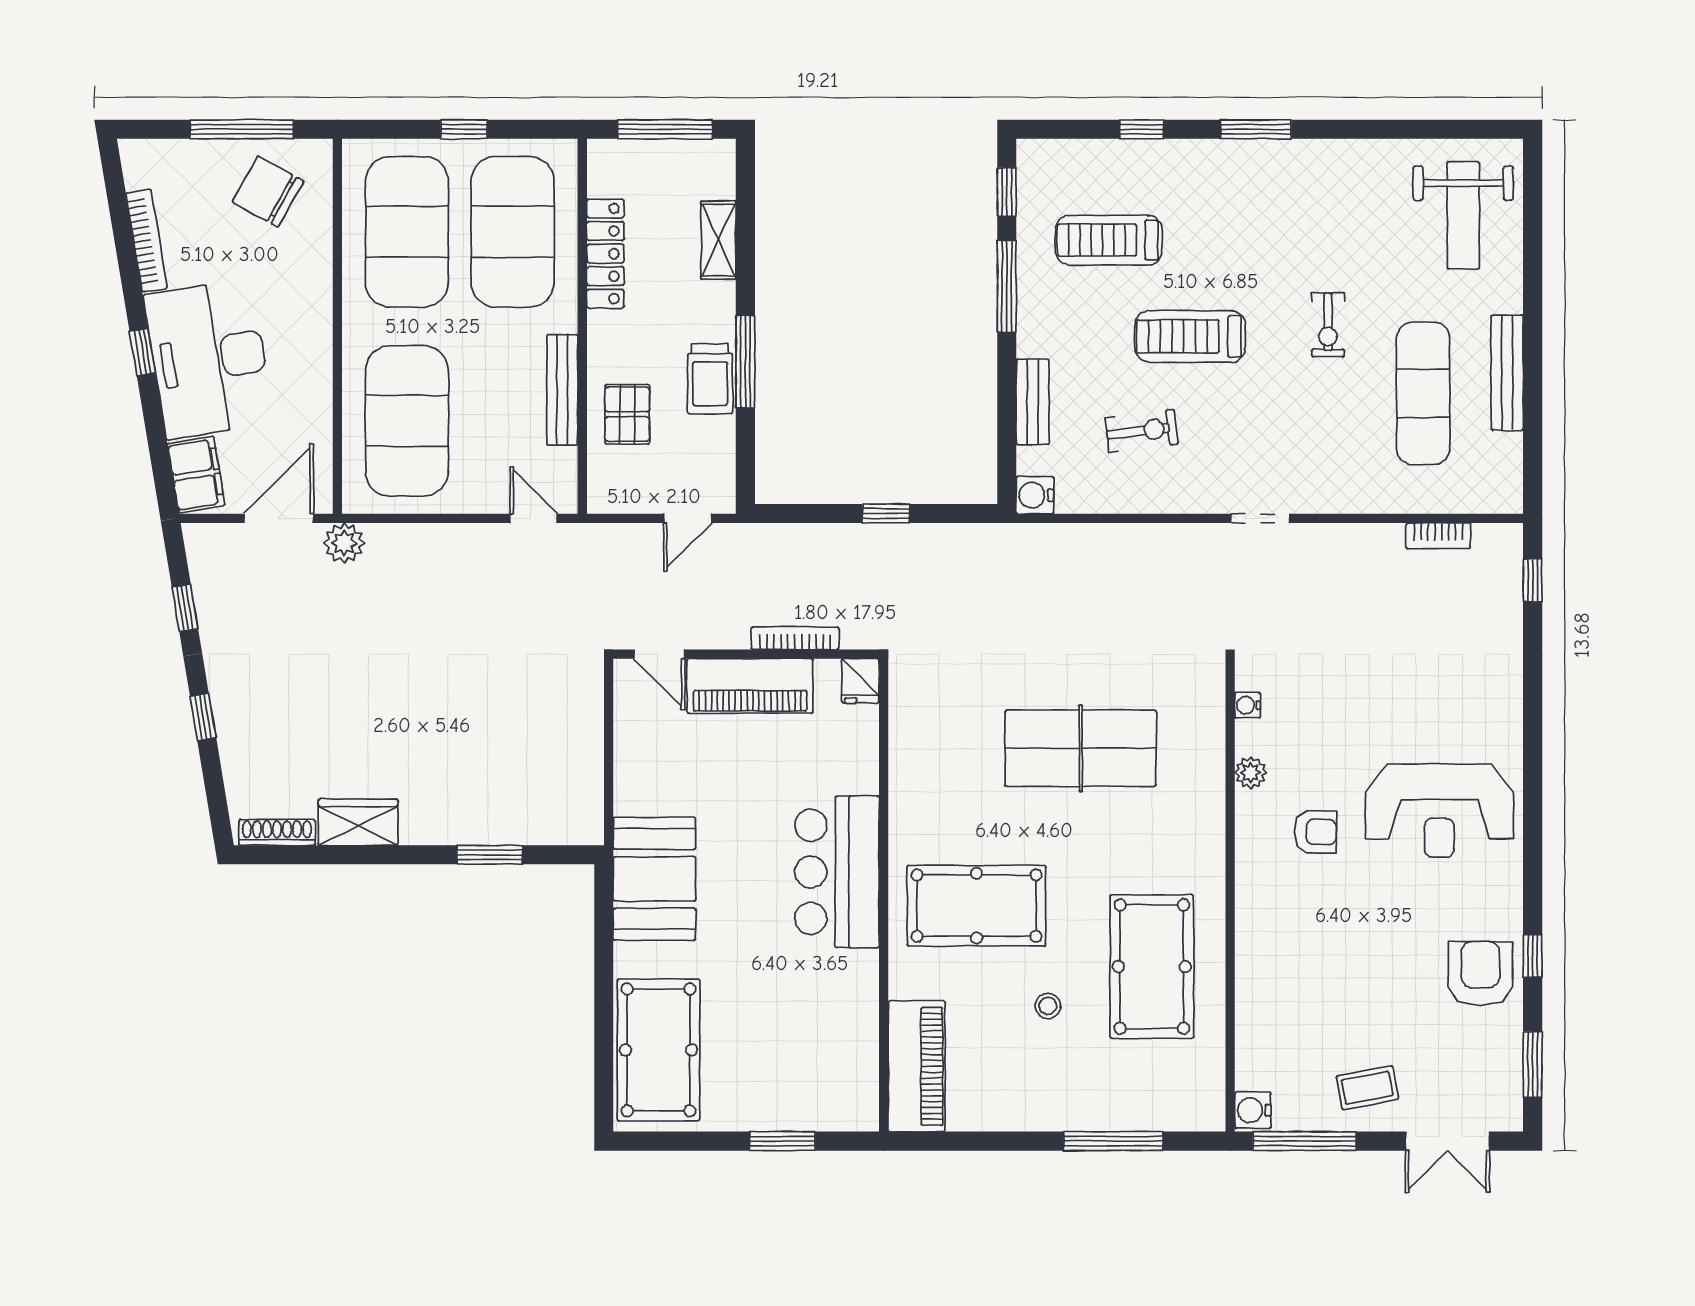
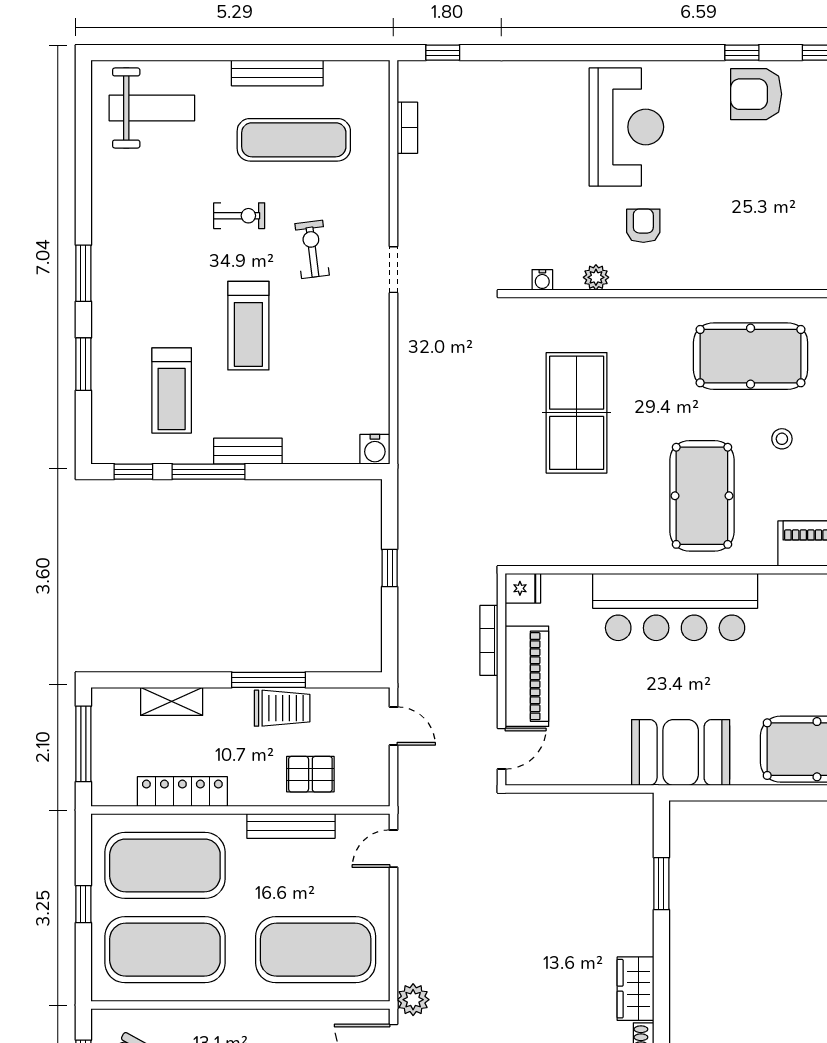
window: (1142, 129) -> (83, 364), width x1.50
bench: (1033, 402) -> (248, 451), moved
exercise bike: (1142, 431) -> (312, 249), moved
bar counter: (837, 872) -> (675, 607), width x1.36

